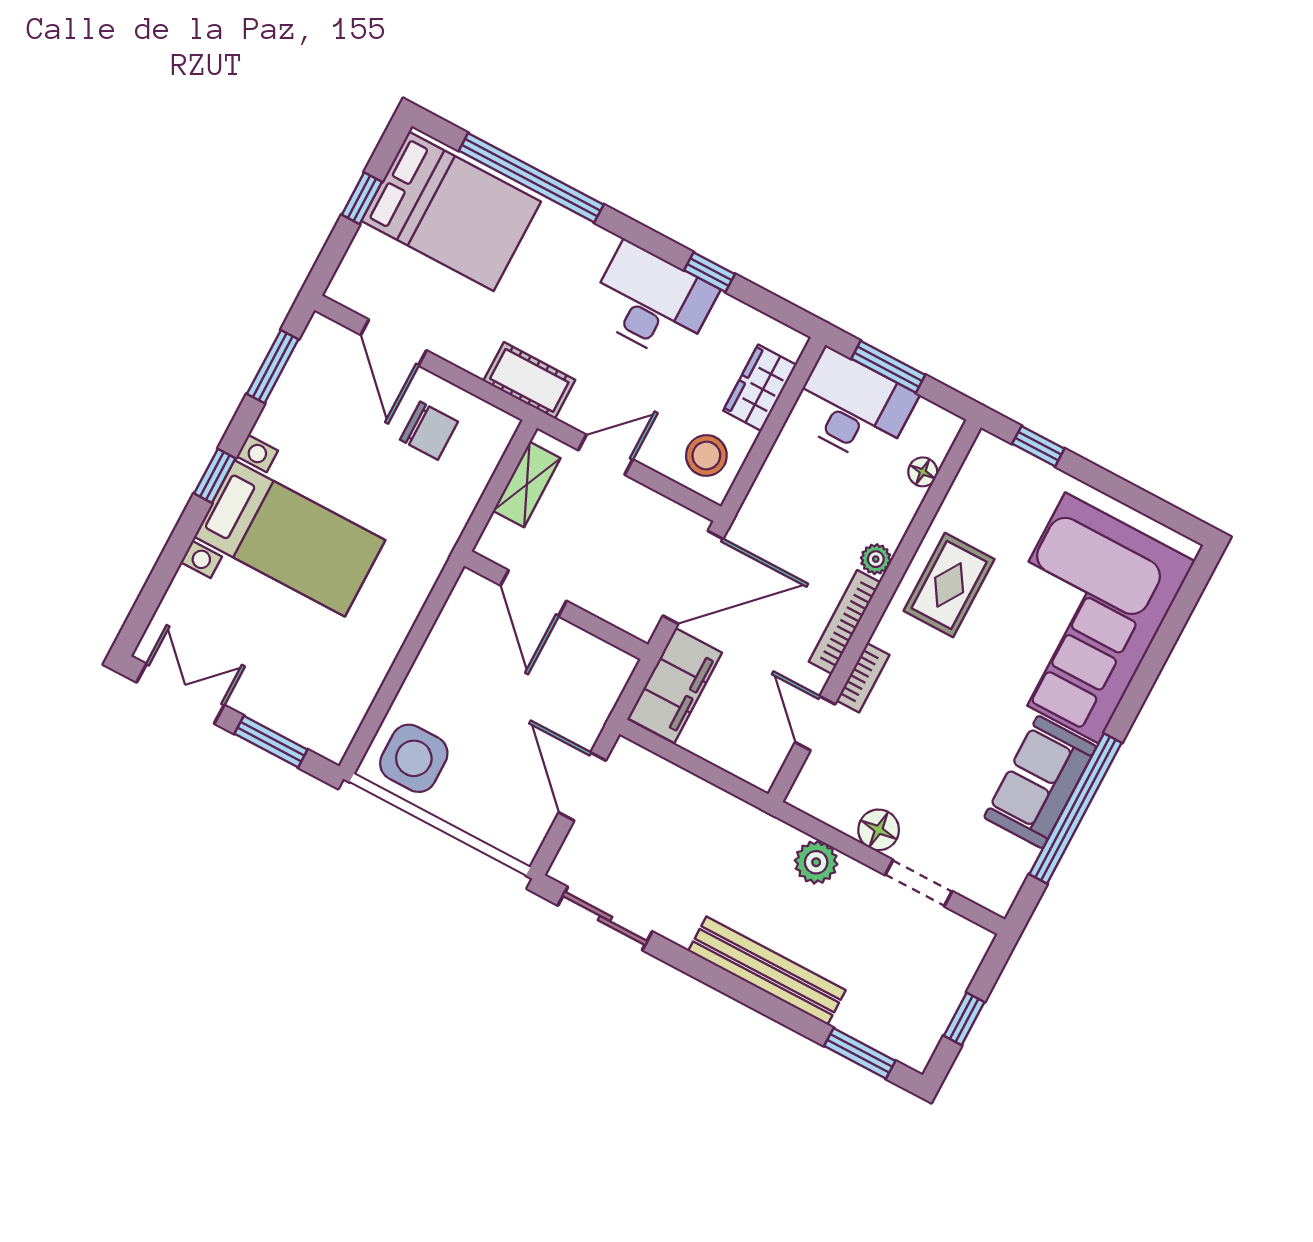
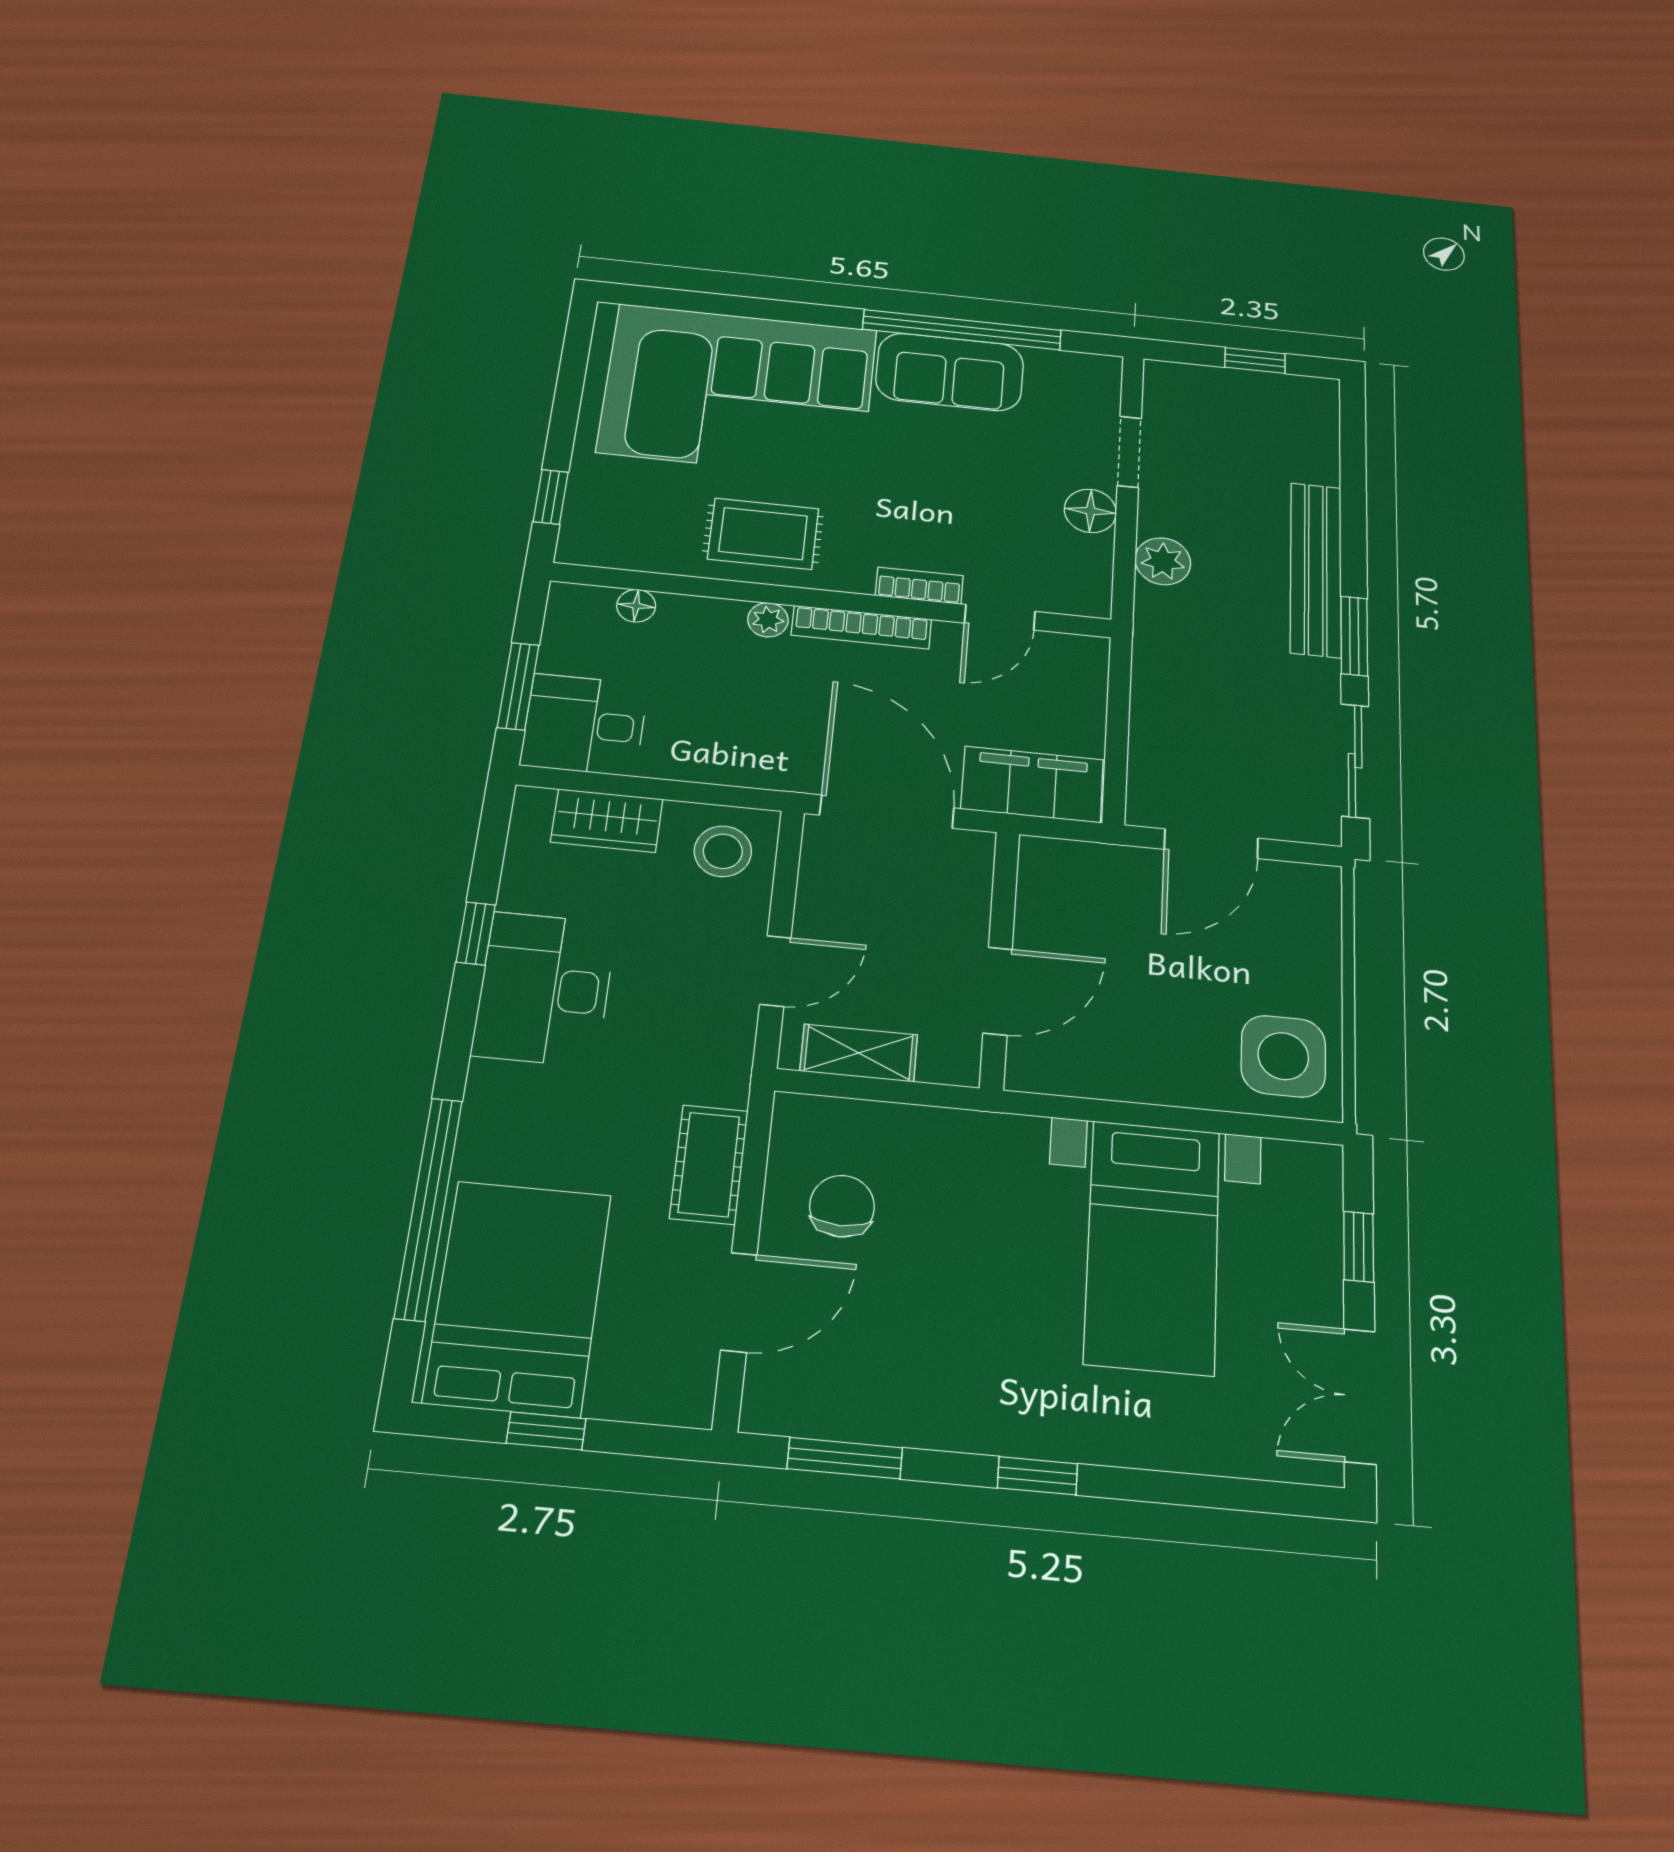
cot: (529, 380) -> (709, 1164), moved
desk: (853, 407) -> (584, 725), width x0.73
door: (606, 455) -> (775, 971), swing flipped
bed with nightstands: (290, 538) -> (1153, 1246), moved, turned 180
window: (271, 742) -> (1359, 1247), width x0.67
window: (860, 1053) -> (1354, 636), moved

